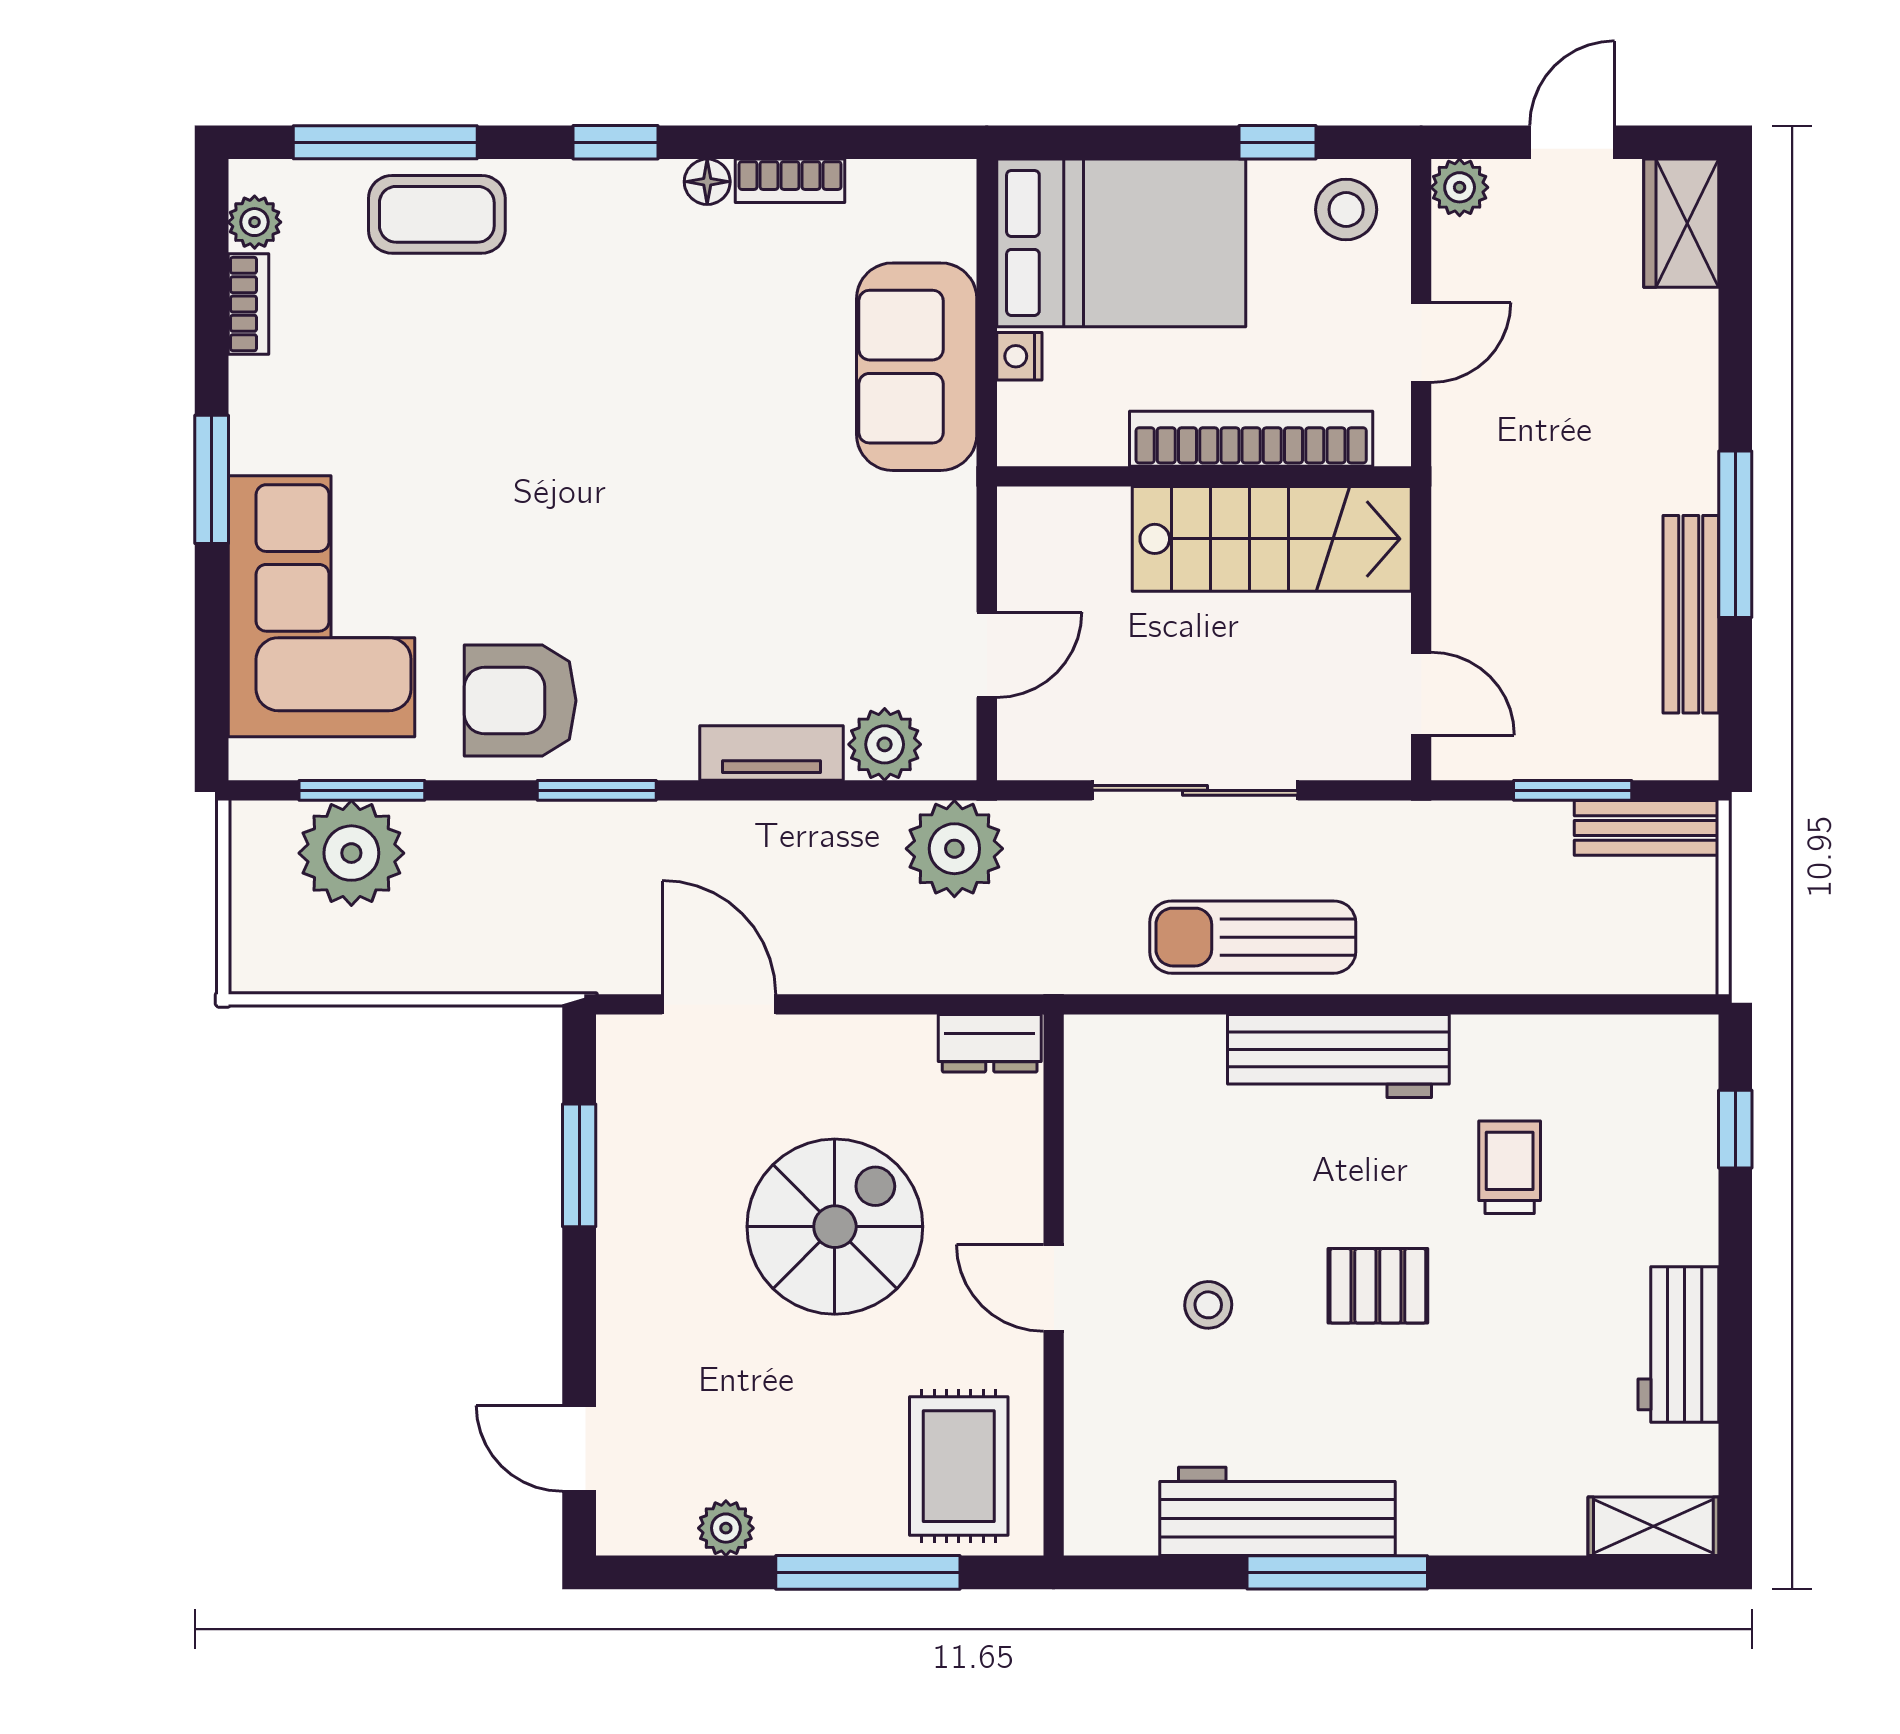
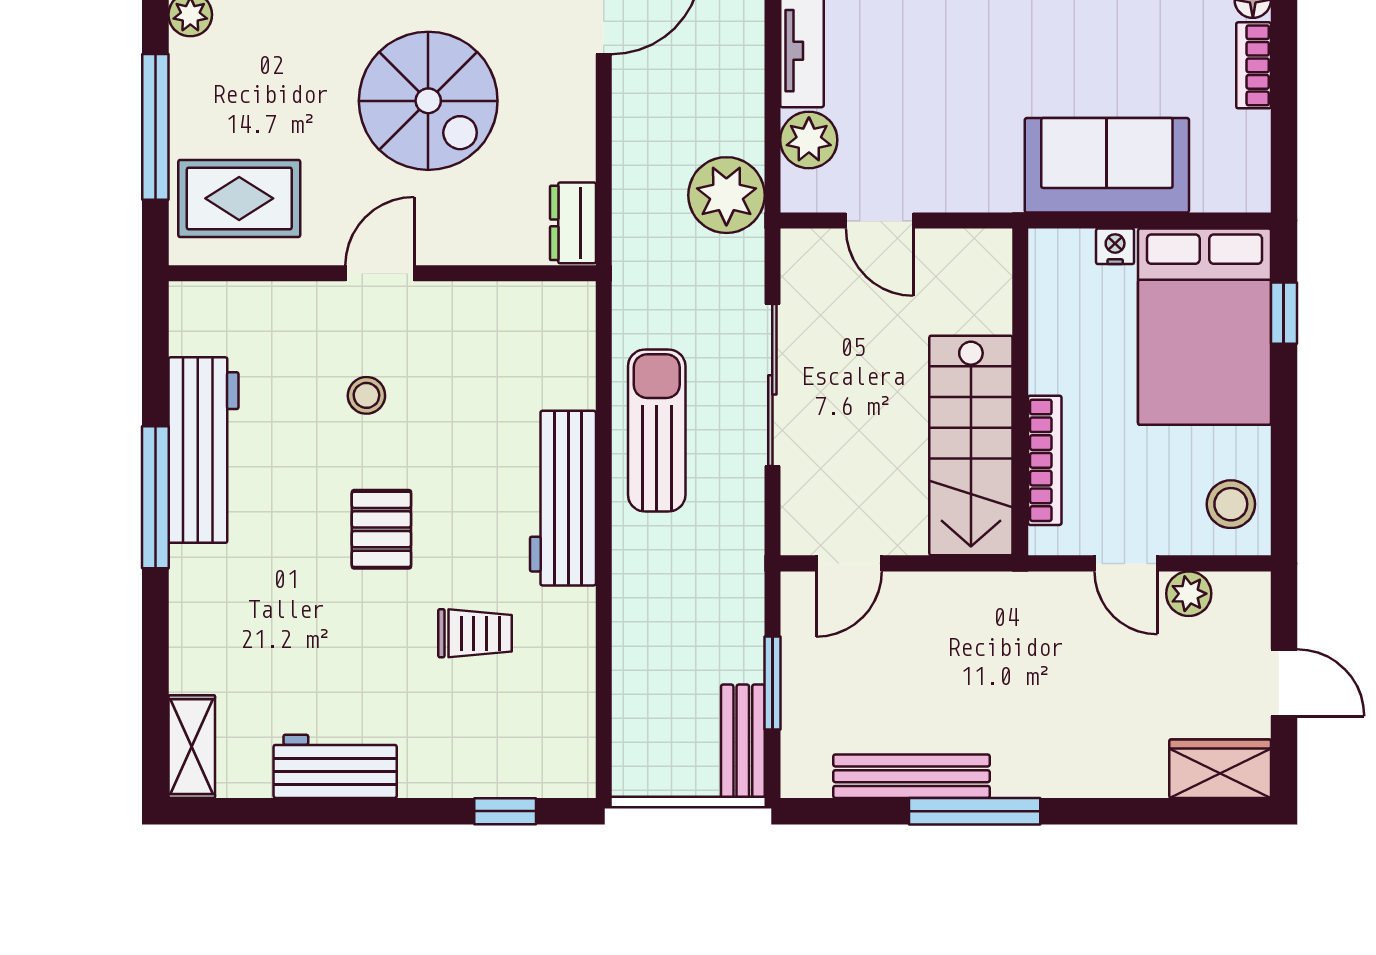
window: (1278, 142) -> (1284, 313), moved
plant: (1460, 187) -> (1189, 594), moved
bookcase: (1251, 439) -> (1045, 460), width x0.68, depth x0.76

